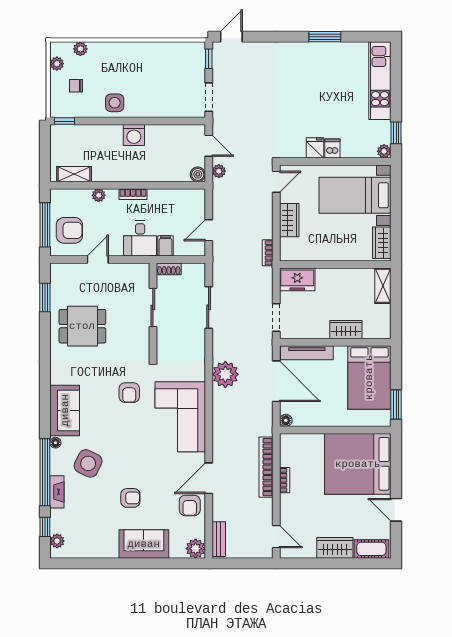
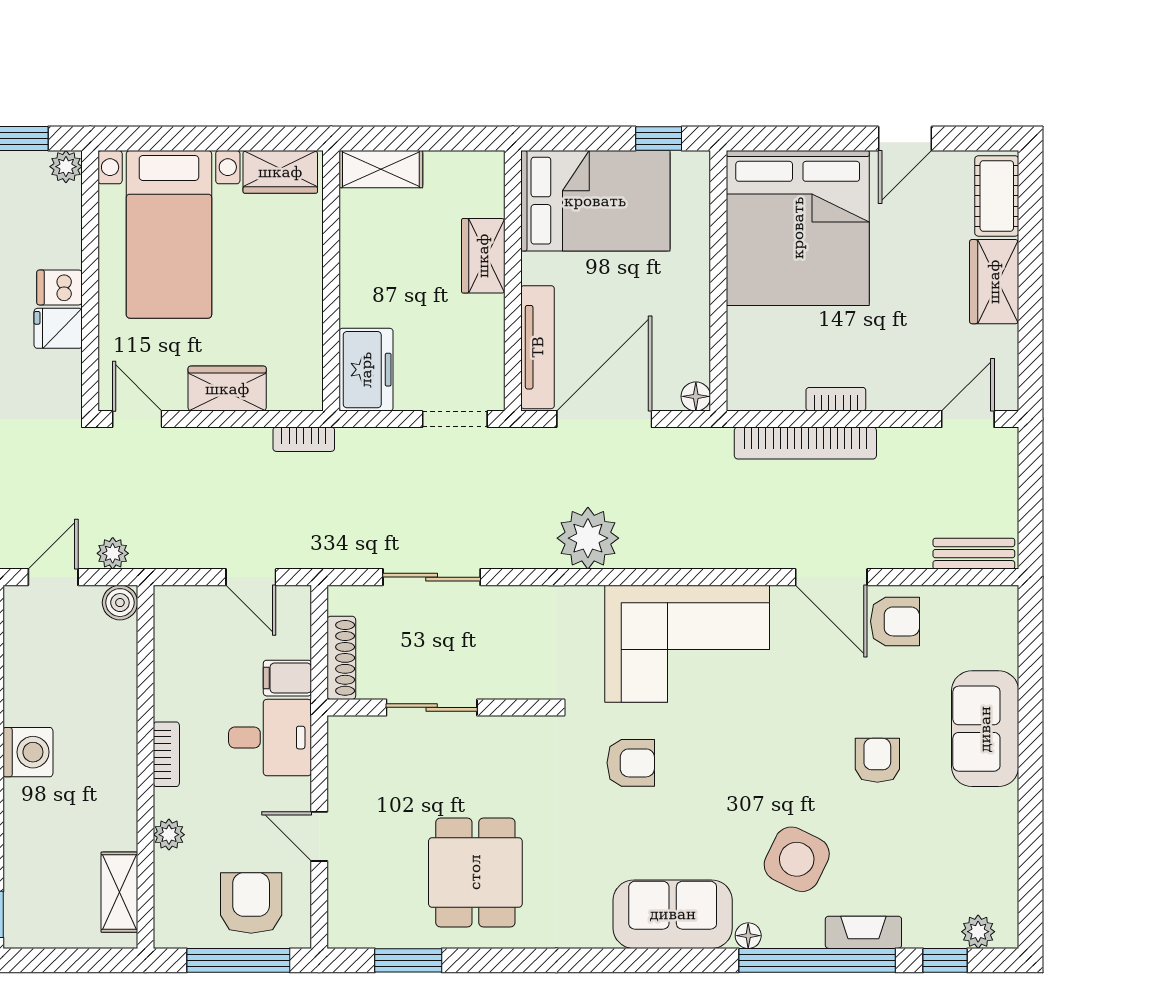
shoe rack: (169, 269) -> (341, 658), width x1.43
window: (396, 404) -> (659, 138), width x0.67
plant: (196, 549) -> (996, 608), removed

